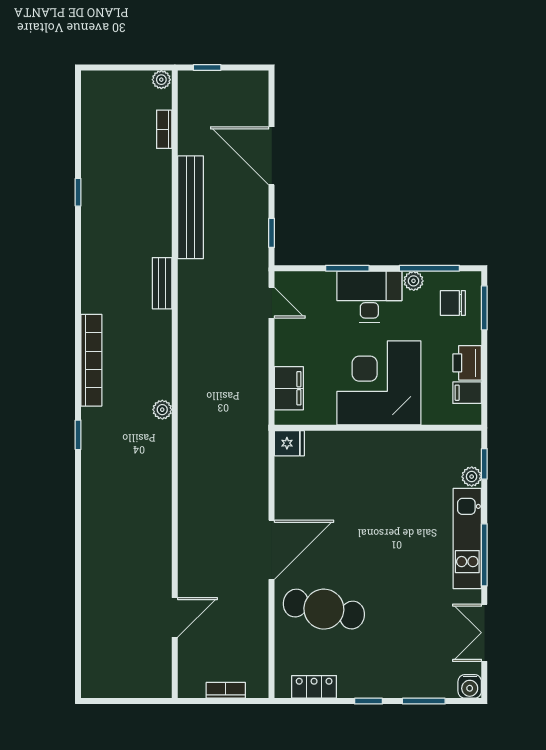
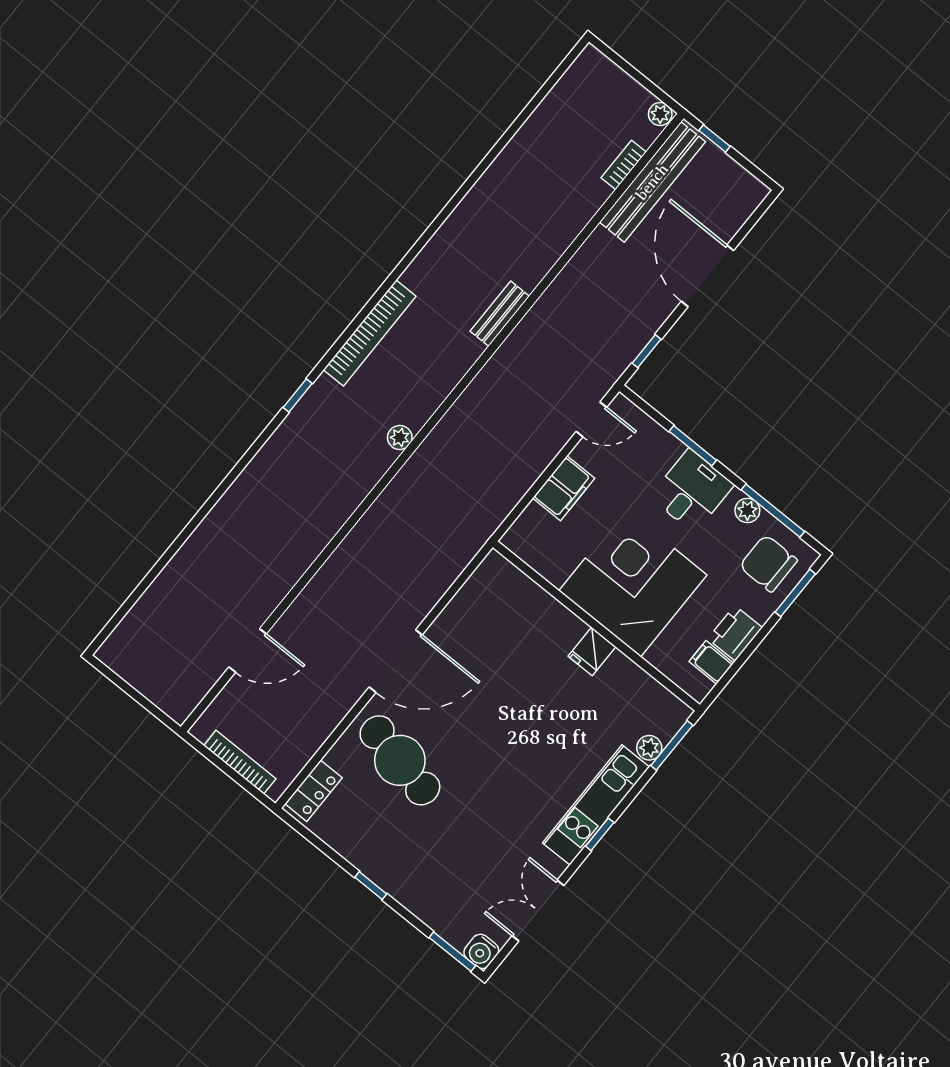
window: (78, 192) -> (490, 158), removed
bench: (191, 207) -> (652, 182), moved
desk: (369, 297) -> (692, 491), width x0.73
door: (272, 303) -> (591, 419), hinge flipped
chair: (453, 303) -> (768, 563), width x1.37, depth x1.37
filing cabinet: (289, 388) -> (564, 488), moved
fridge: (289, 443) -> (592, 651), moved, turned 90
window: (484, 464) -> (672, 745), width x1.50
window: (484, 555) -> (600, 834), width x0.46
locker: (314, 687) -> (314, 791), moved, turned 90
bookcase: (226, 690) -> (240, 762), width x1.56
window: (424, 701) -> (452, 952), moved

